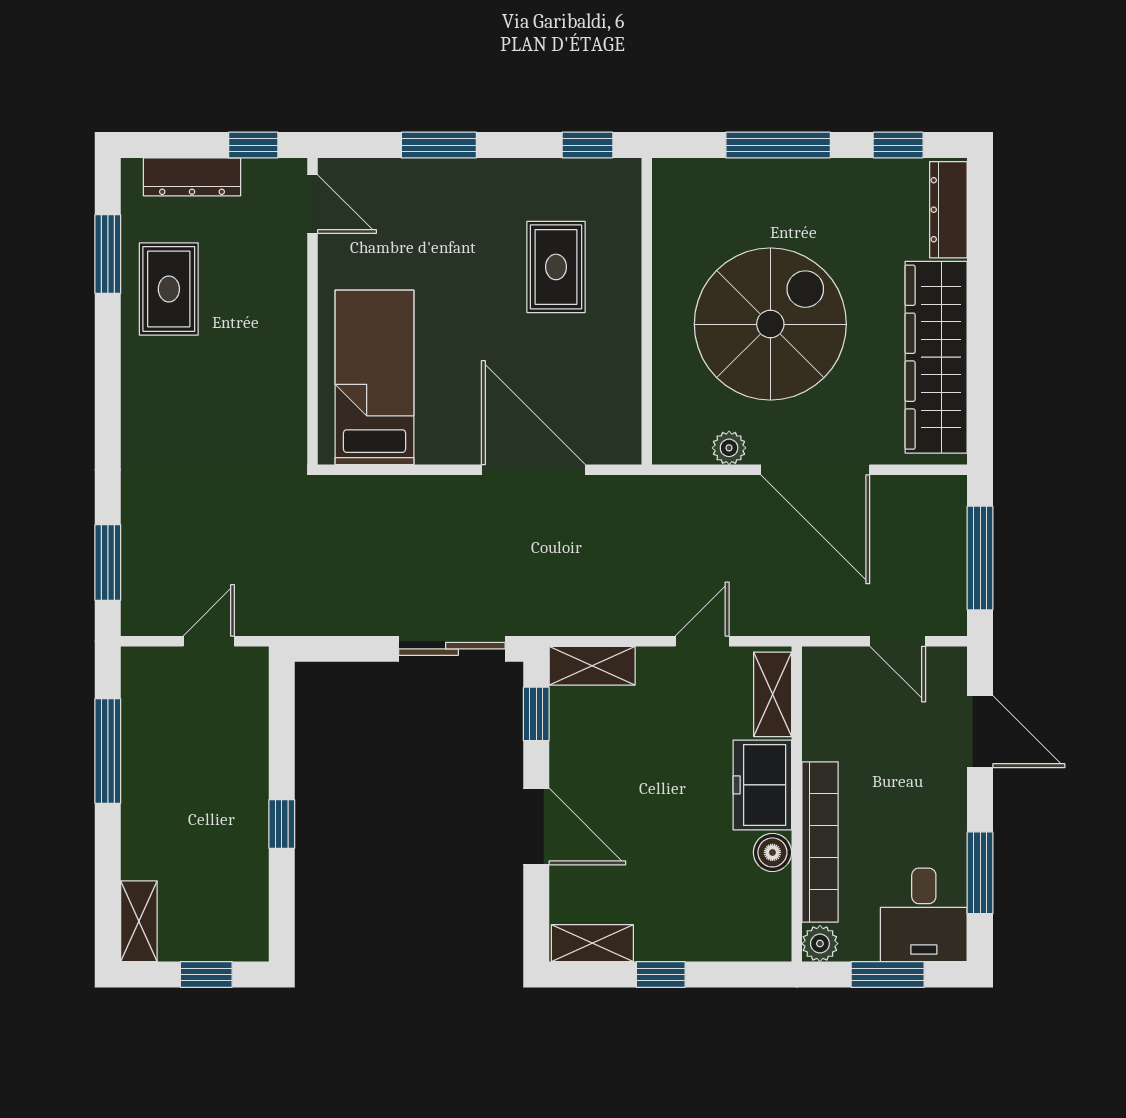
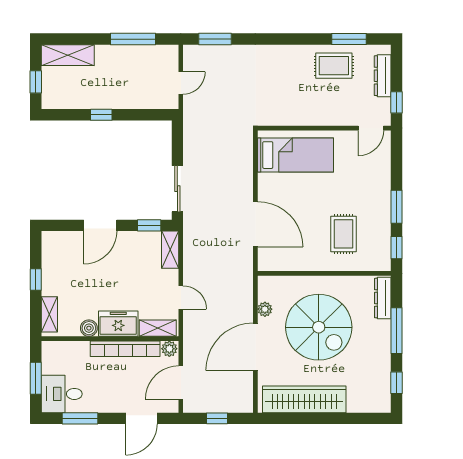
window: (439, 145) -> (397, 207), moved
dresser: (948, 210) -> (383, 298), moved, turned -90
rug: (556, 267) -> (344, 234), turned 90
door: (533, 470) -> (255, 224), hinge flipped
window: (980, 558) -> (217, 418), width x0.46
door: (209, 641) -> (181, 83), hinge flipped
door: (898, 641) -> (181, 383), width x1.38
bookcase: (820, 842) -> (125, 349), moved
shelving: (139, 921) -> (68, 55), width x1.50, depth x1.33
shelving: (592, 943) -> (49, 314), moved
plant: (820, 944) -> (169, 349), moved

